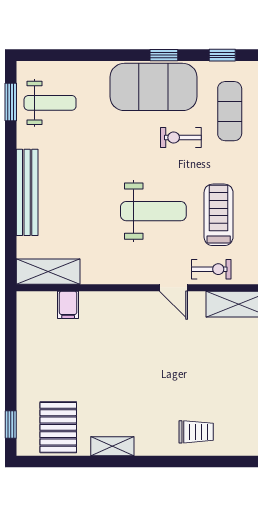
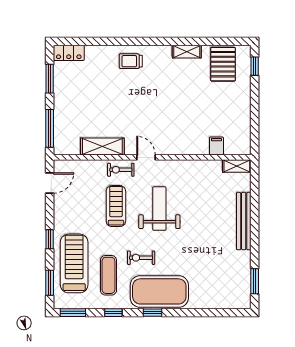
weight bench: (50, 103) -> (228, 281), removed
exercise bike: (181, 137) -> (141, 258), turned 180
weight bench: (153, 211) -> (159, 209), turned 90
treadmill: (219, 215) -> (116, 206), turned 180
shelving: (48, 272) -> (237, 166), width x0.67, depth x0.75

